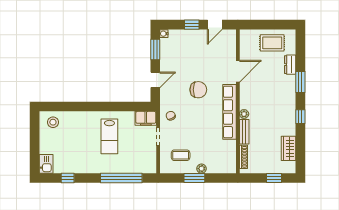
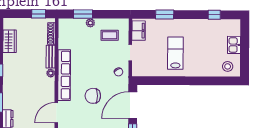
door: (155, 80) -> (133, 105), width x1.88
filing cabinet: (146, 118) -> (139, 31), moved, turned 90
kitchen sink: (46, 164) -> (234, 45), moved
window: (121, 178) -> (165, 15), width x0.47
window: (194, 178) -> (83, 14), moved
window: (274, 178) -> (39, 14), moved

